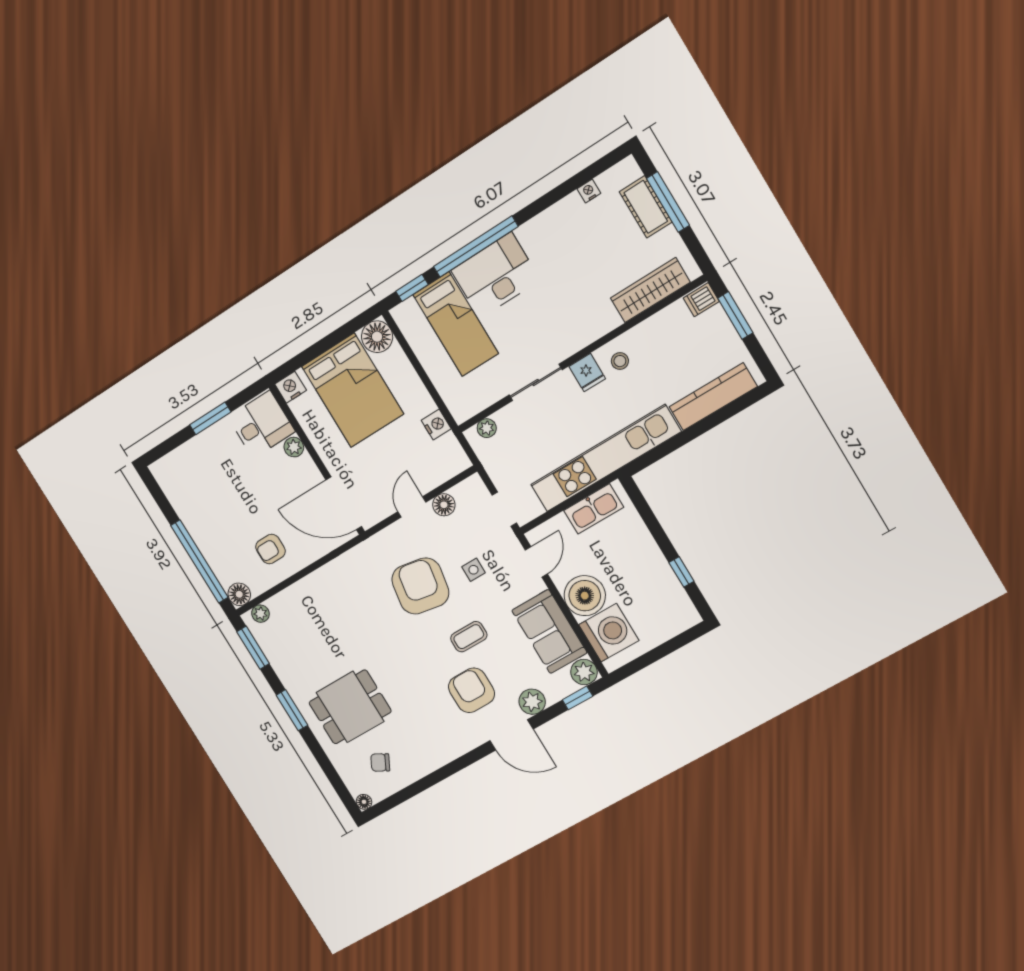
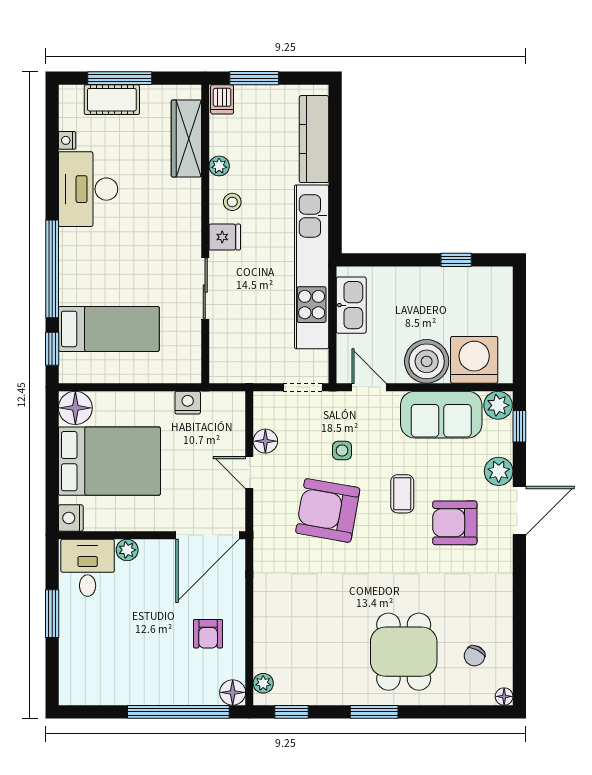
desk: (495, 275) -> (88, 189), moved
plant: (487, 428) -> (219, 166), moved
window: (253, 648) -> (291, 712), width x0.67

